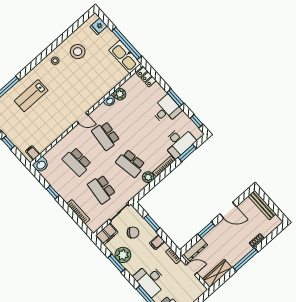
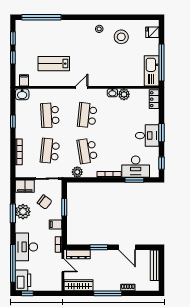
lab bench: (31, 96) -> (54, 64), moved
door: (82, 118) -> (82, 87), swing flipped
plant: (148, 177) -> (77, 172), moved

